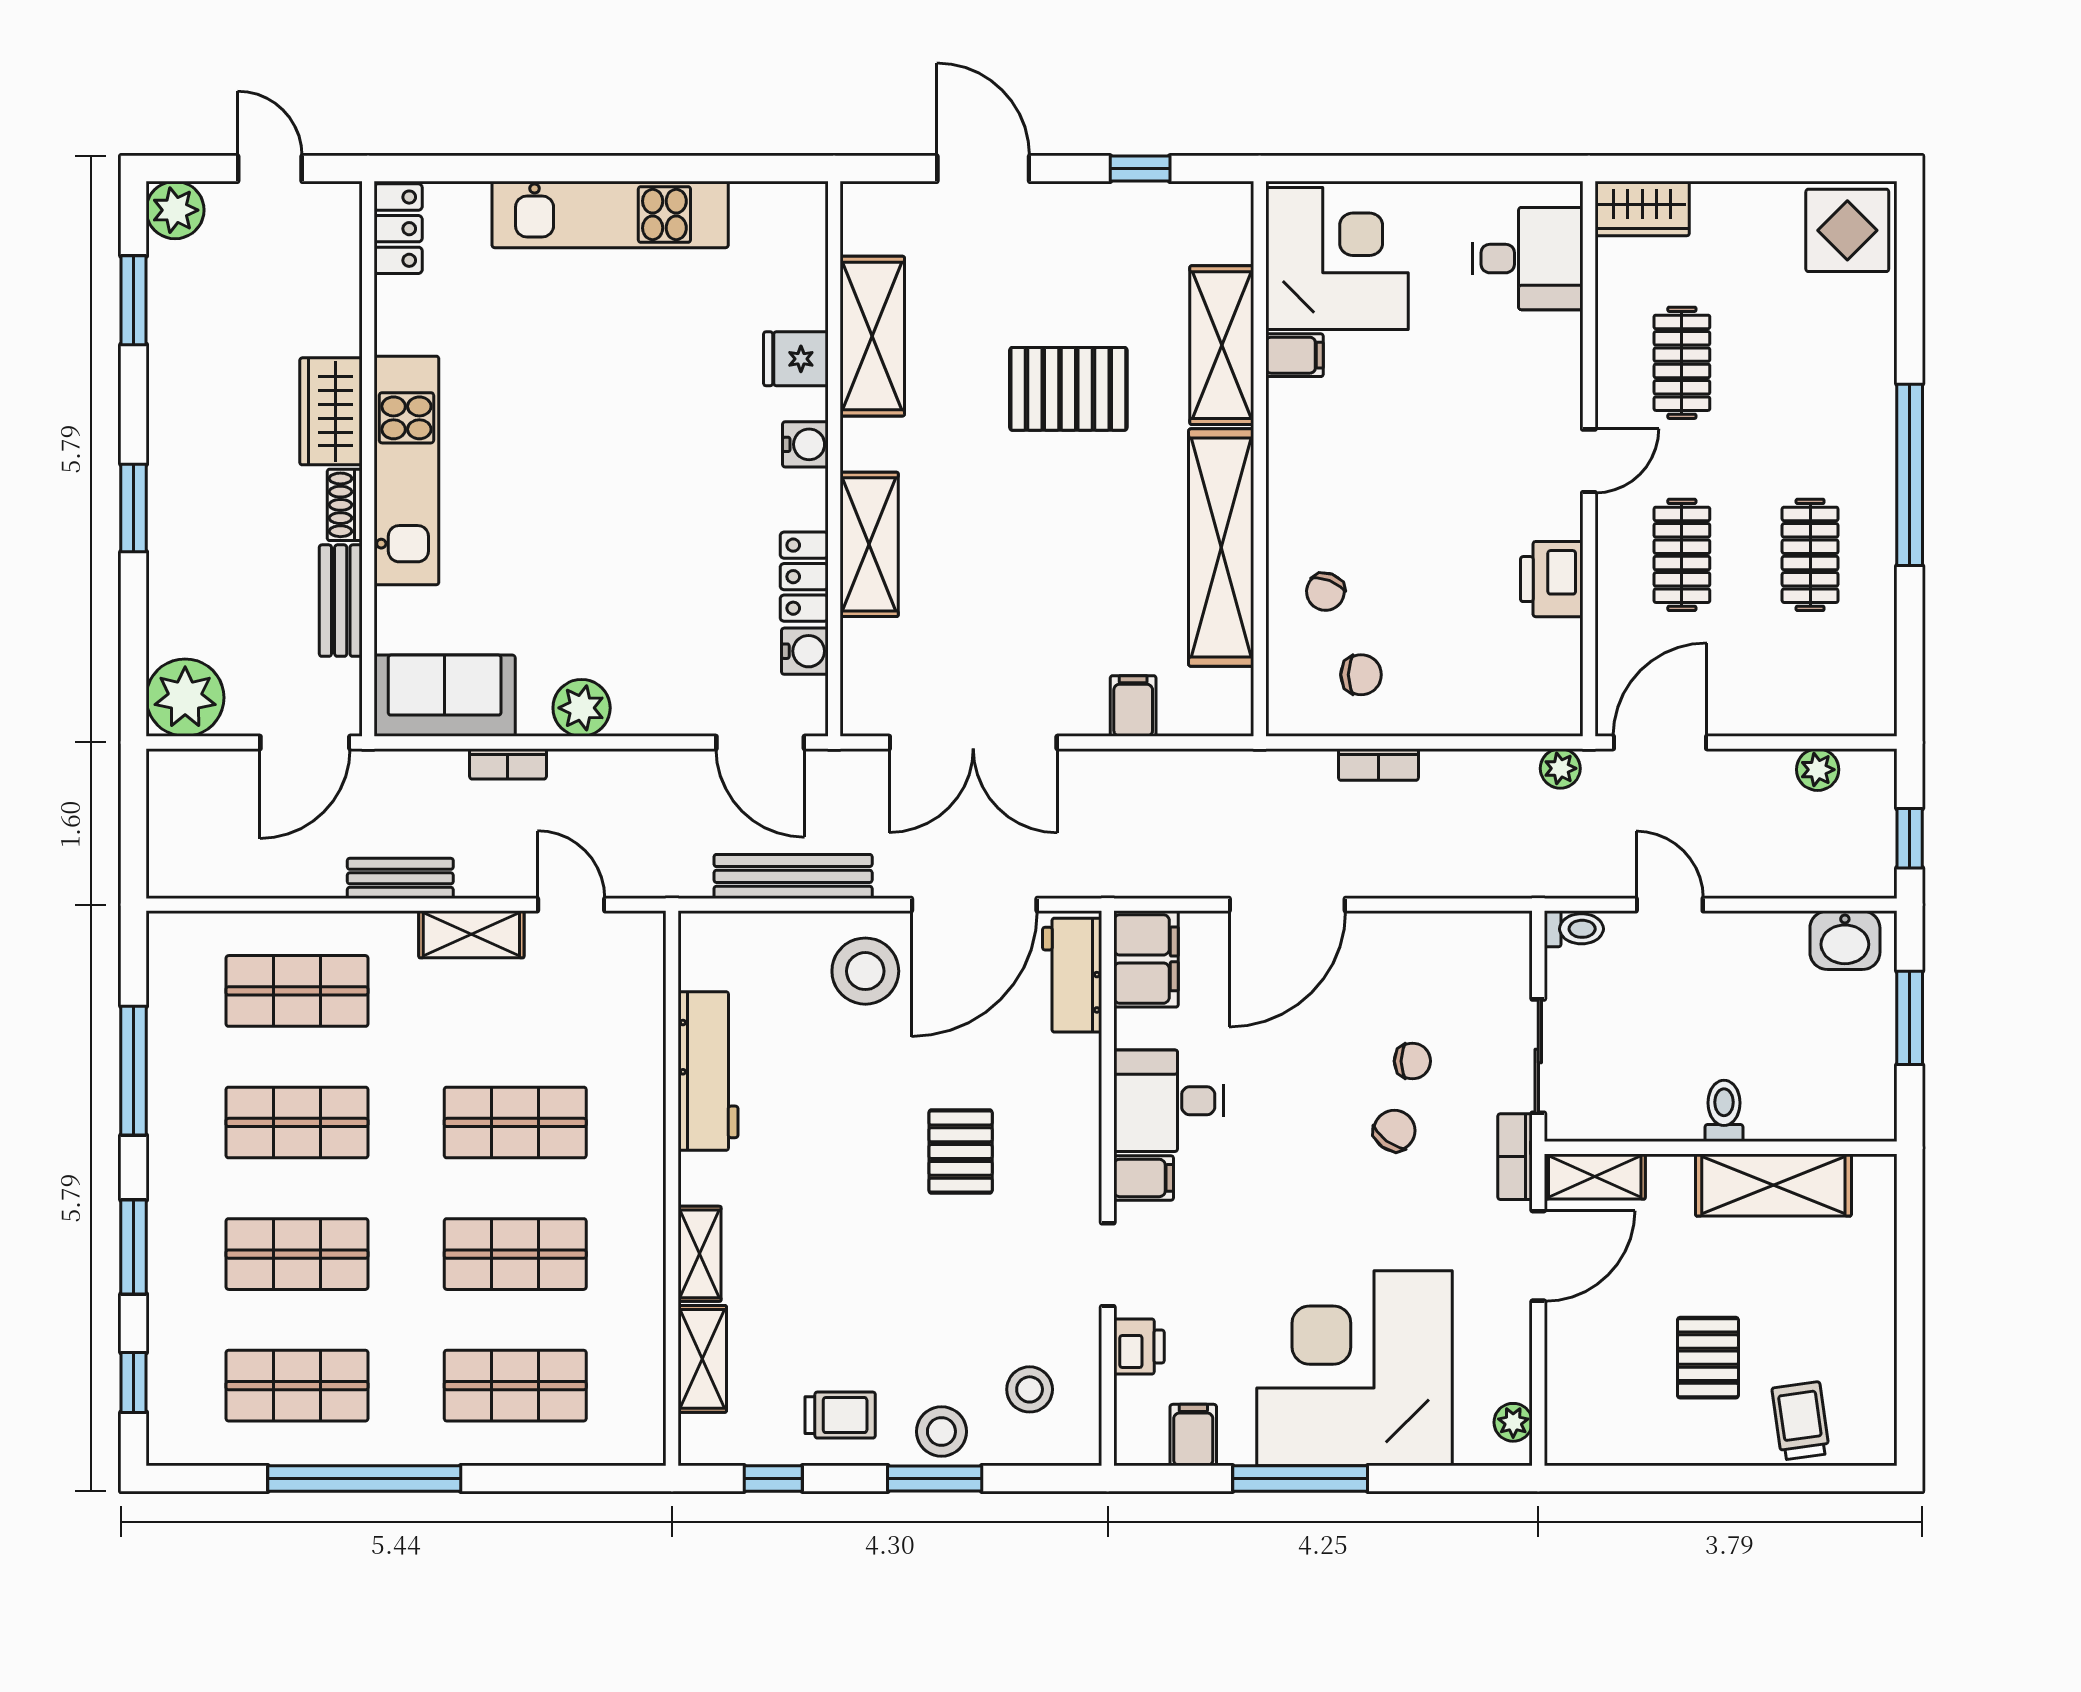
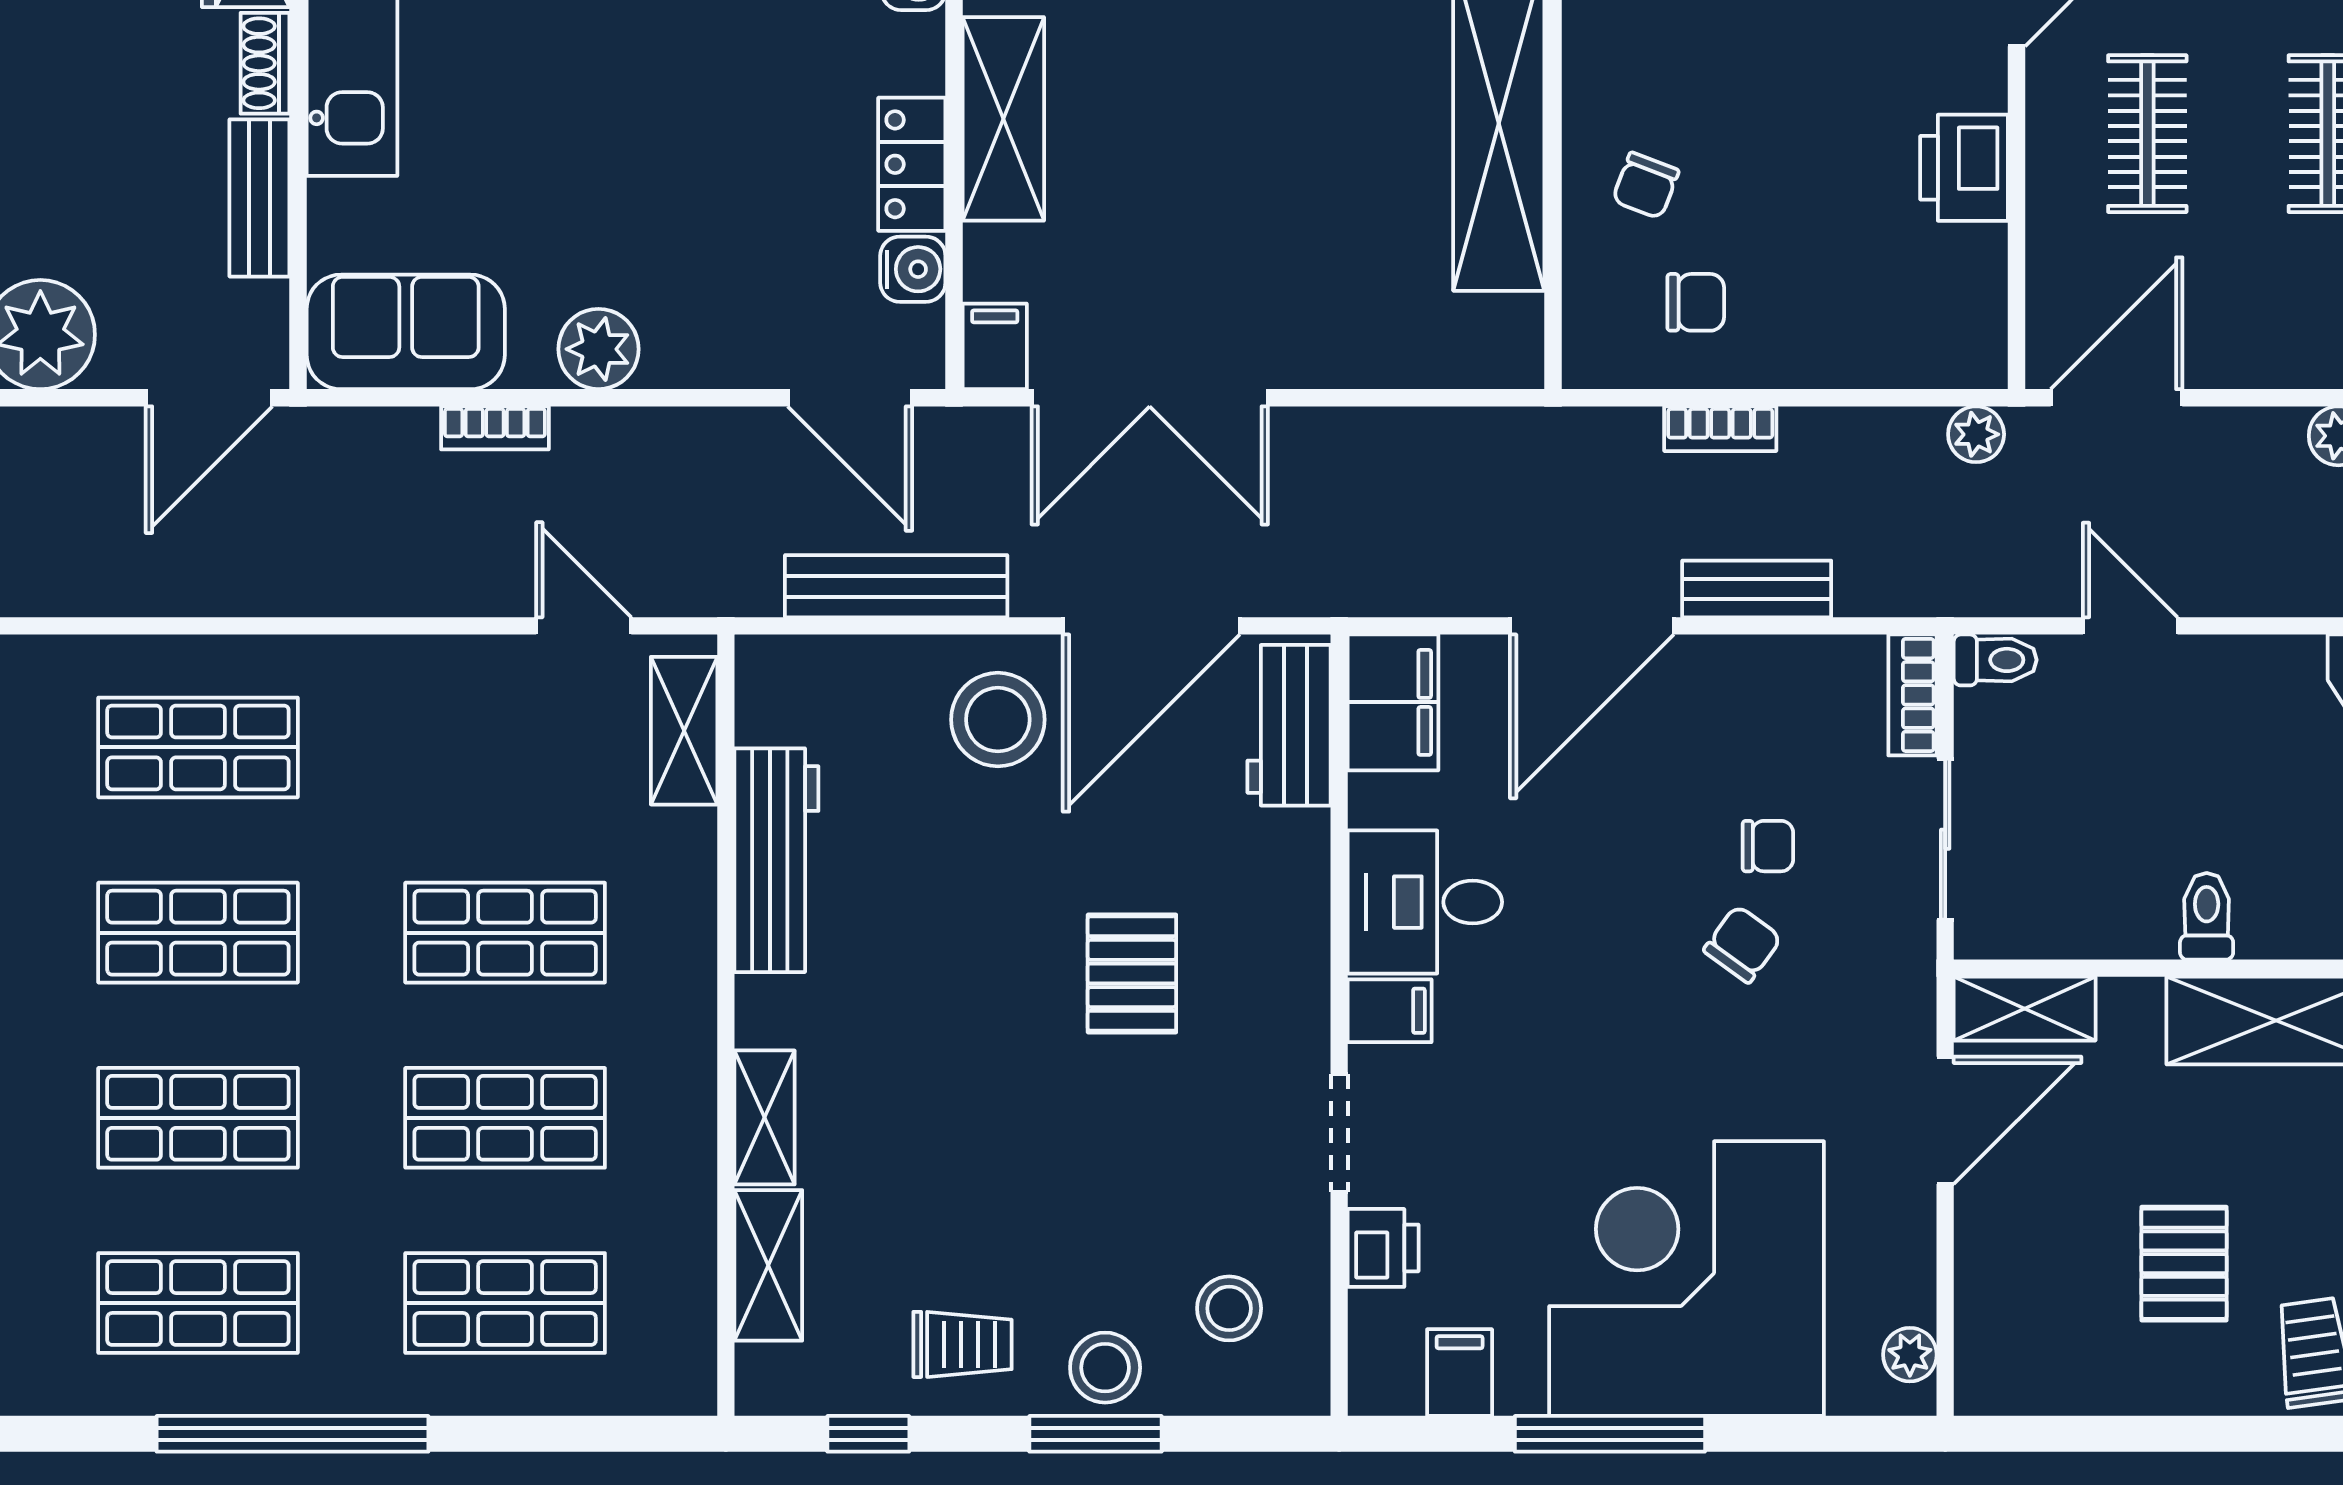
filing cabinet: (1133, 706) -> (995, 346), moved
bench: (400, 878) -> (1757, 589), moved
shelving: (471, 934) -> (684, 731), moved, turned 90
bookcase: (1515, 1157) -> (1912, 695), moved

